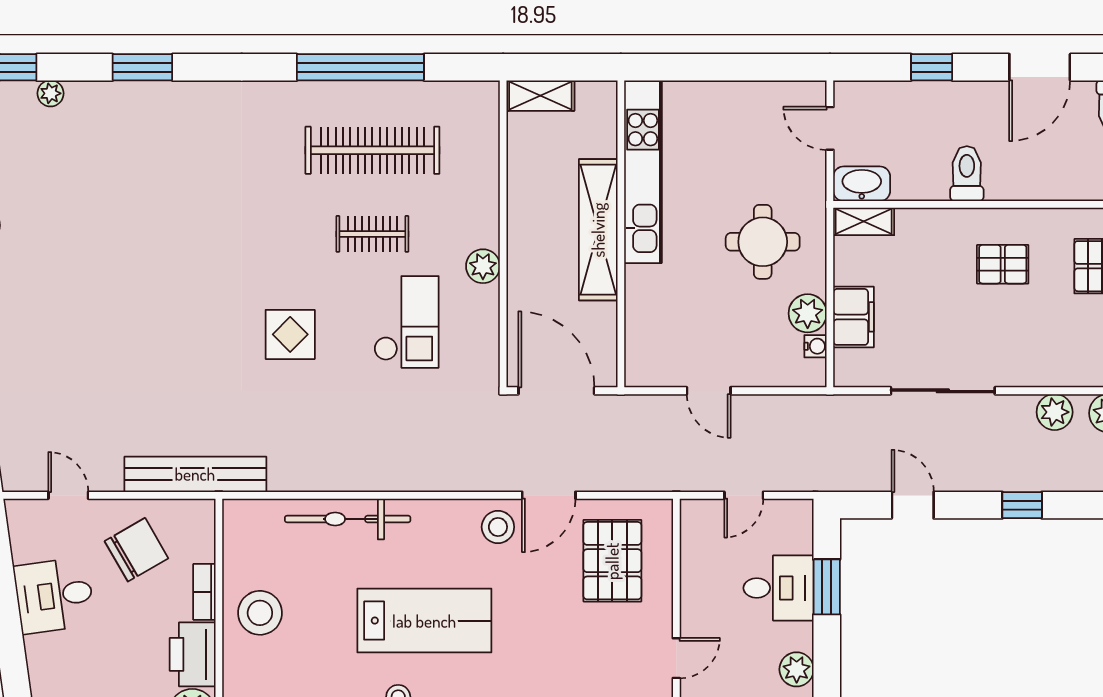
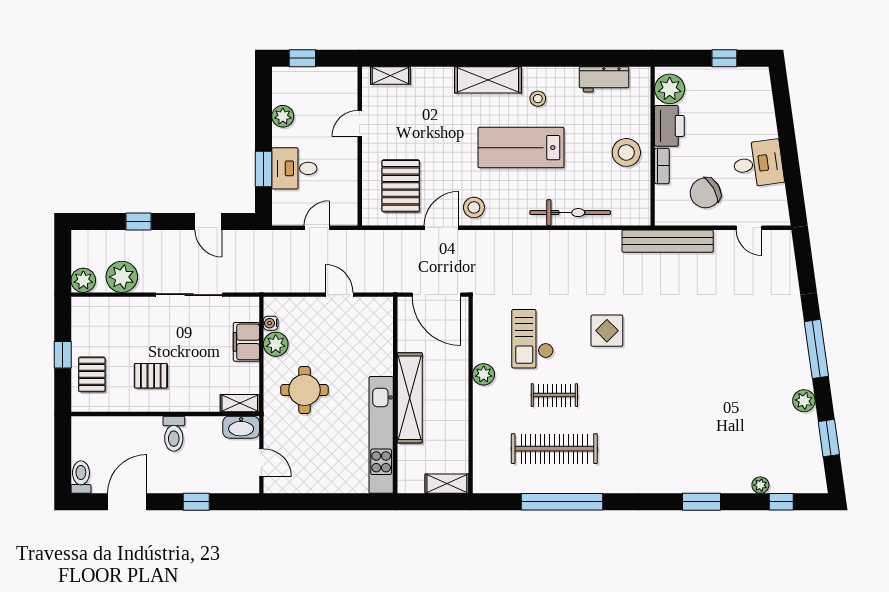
plant: (1055, 412) -> (122, 277), width x1.36, depth x1.36

